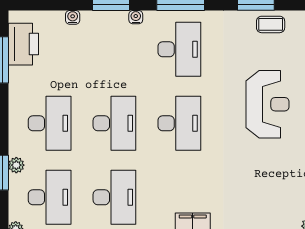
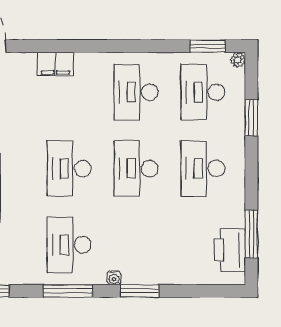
water cooler: (73, 17) -> (179, 278), removed
plant: (16, 165) -> (237, 125), removed

